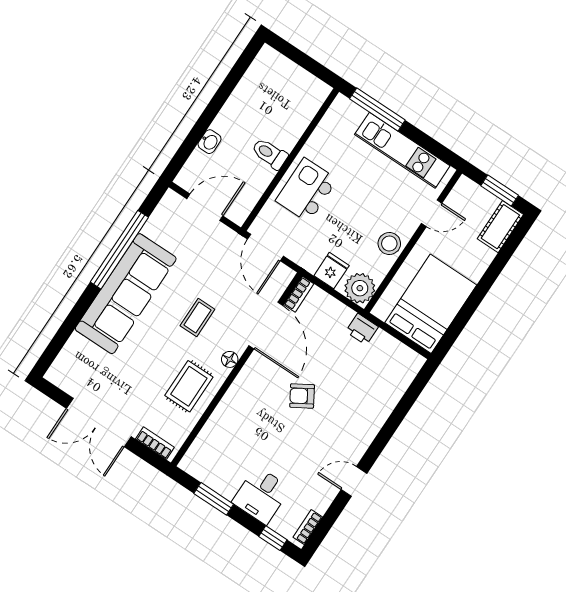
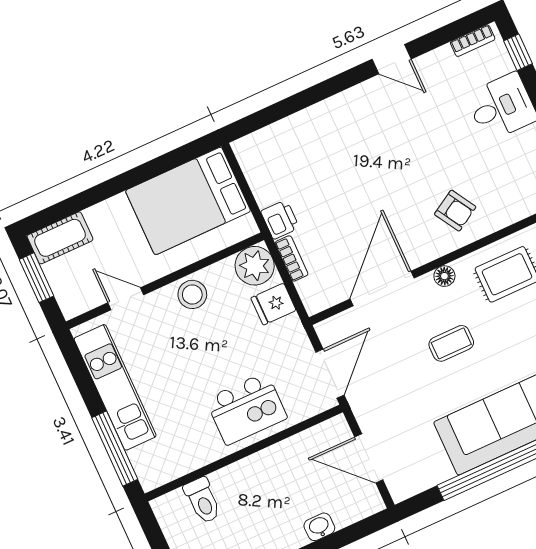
toilet: (270, 154) -> (203, 500), moved
bookcase: (299, 294) -> (291, 258), moved, turned 90
armchair: (302, 396) -> (455, 211), moved

